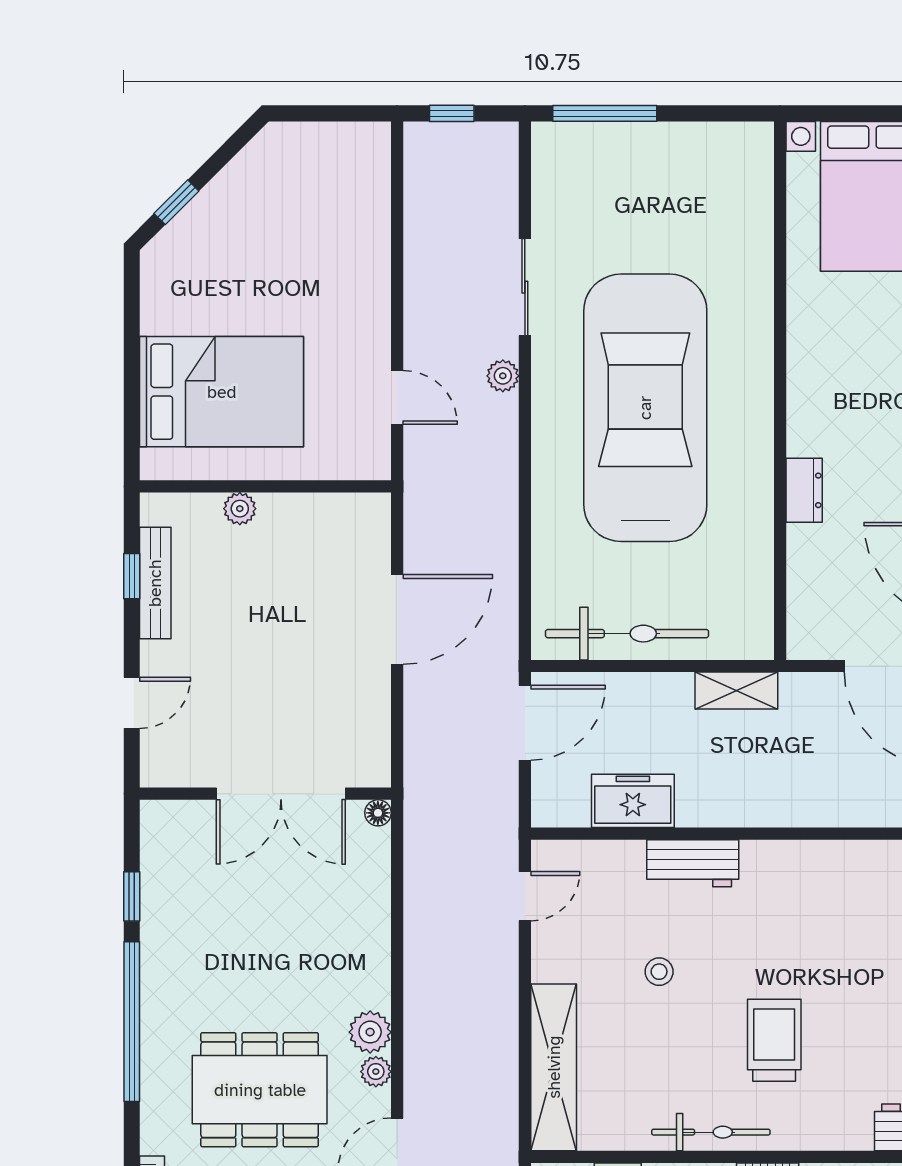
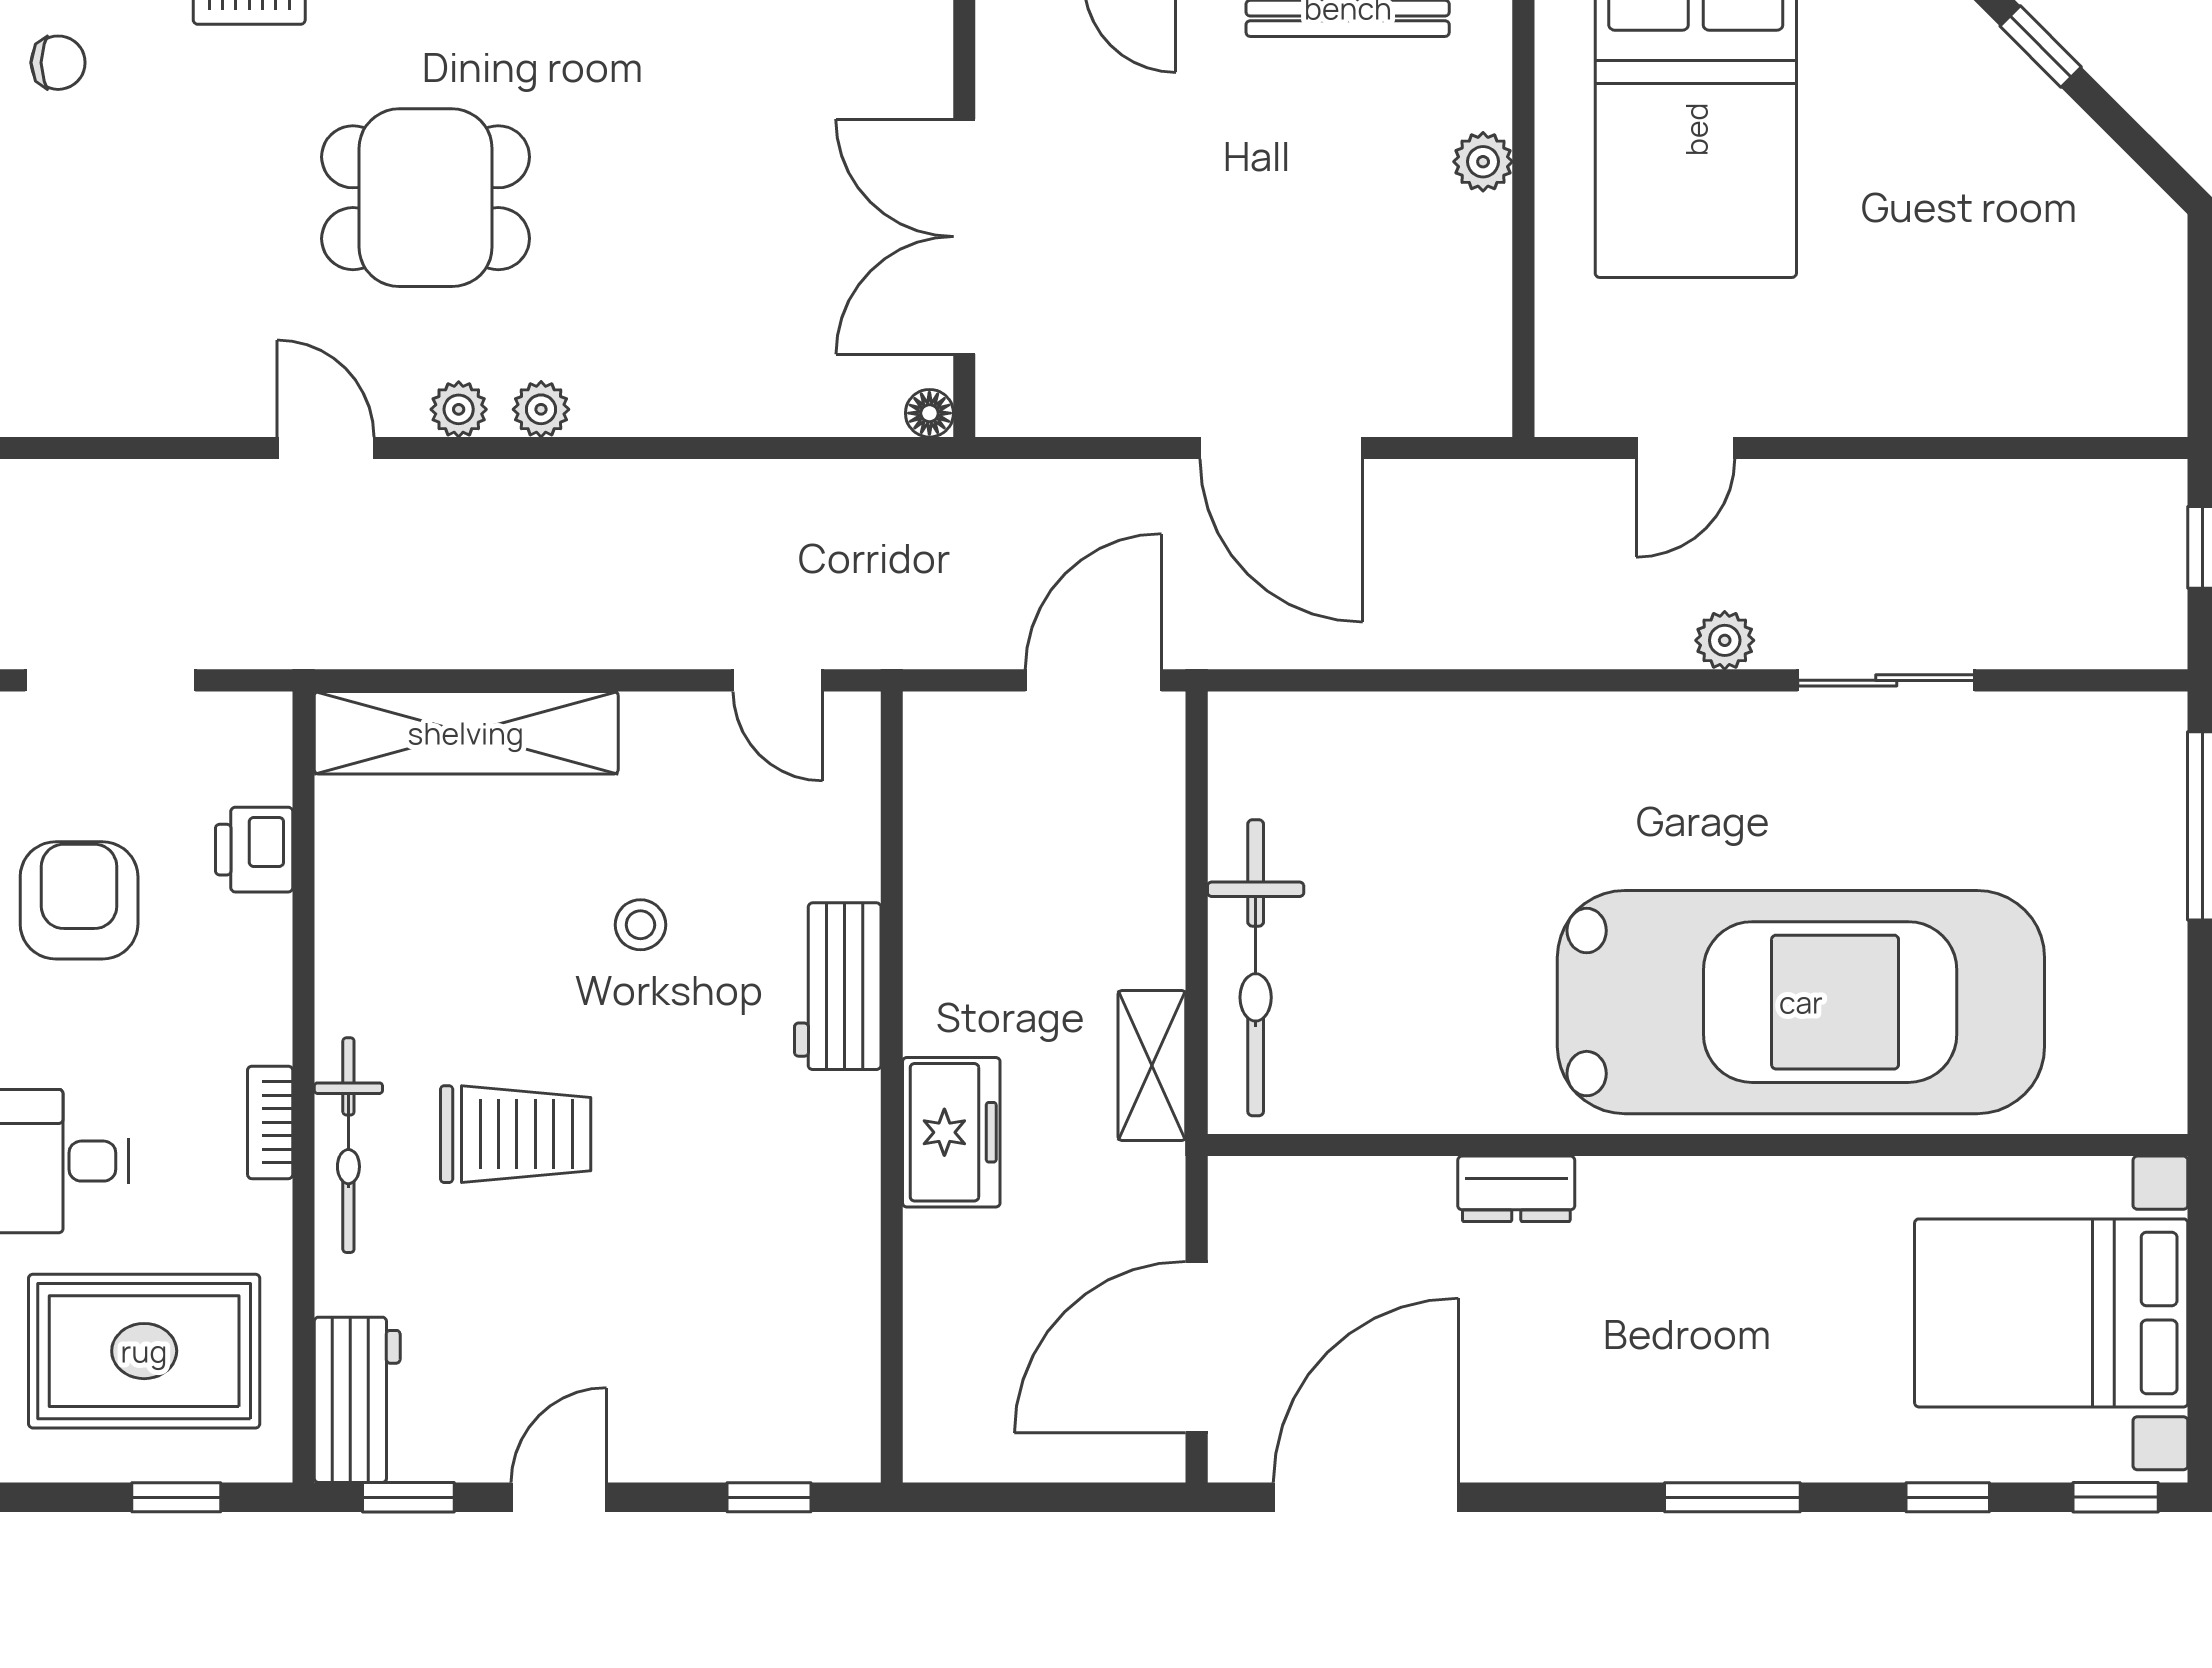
car: (645, 408) -> (1801, 1002), moved
bicycle: (627, 634) -> (1256, 968), moved
door: (525, 723) -> (1093, 680), swing flipped
freezer: (633, 801) -> (951, 1132), moved
plant: (370, 1032) -> (541, 409), width x0.73, depth x0.73
dining table: (260, 1090) -> (426, 198), width x0.73
bicycle: (711, 1132) -> (348, 1145), moved

